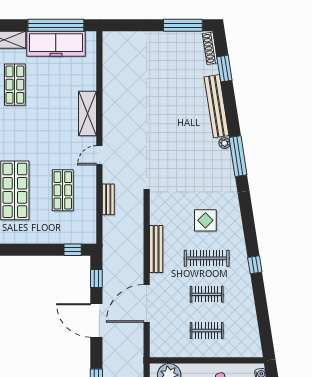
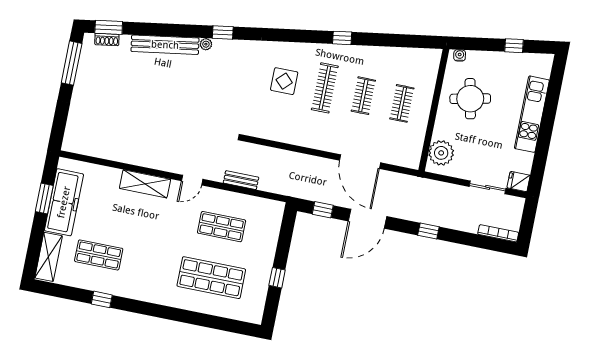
window: (56, 25) -> (44, 198), width x0.47
shoe rack: (210, 48) -> (107, 39), width x0.70
window: (224, 69) -> (109, 27), moved
door: (99, 155) -> (192, 180), hinge flipped
window: (238, 156) -> (223, 33), width x0.46
bench: (156, 249) -> (304, 140), removed
window: (73, 250) -> (277, 278), moved

